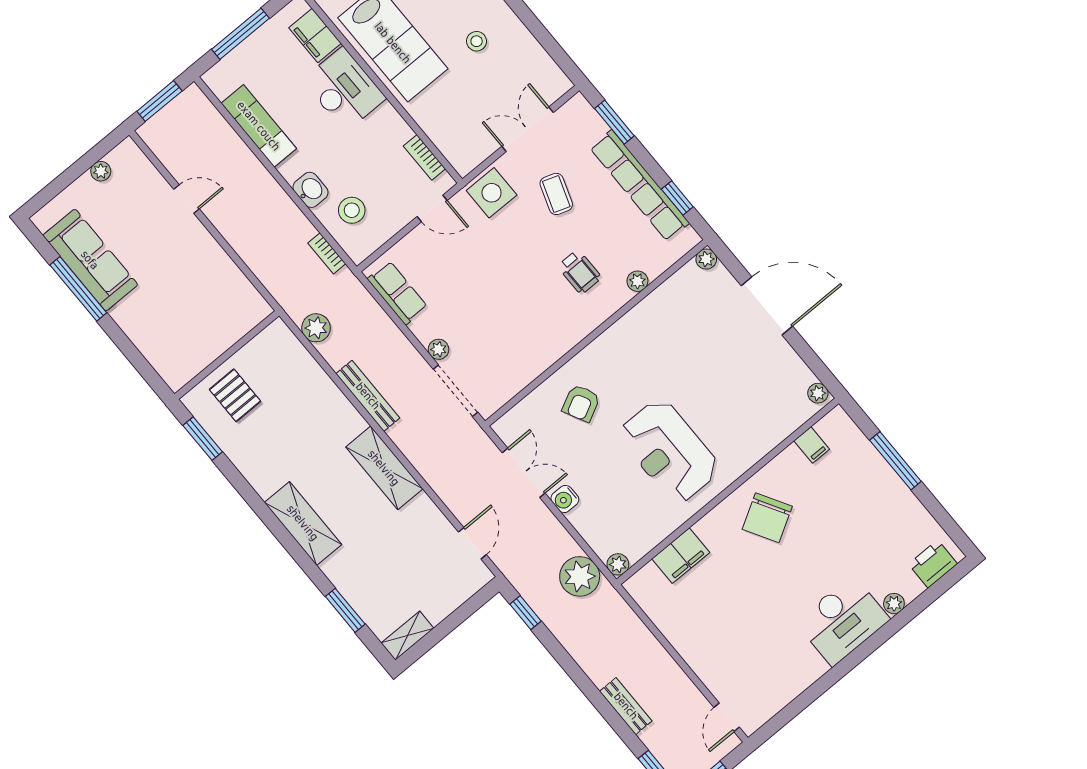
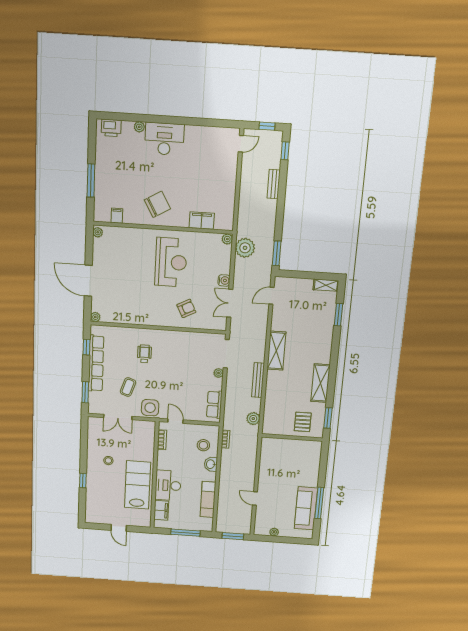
plant: (637, 281) -> (127, 332), removed
shelving: (303, 523) -> (320, 383), moved
window: (525, 613) -> (277, 253), width x1.50

